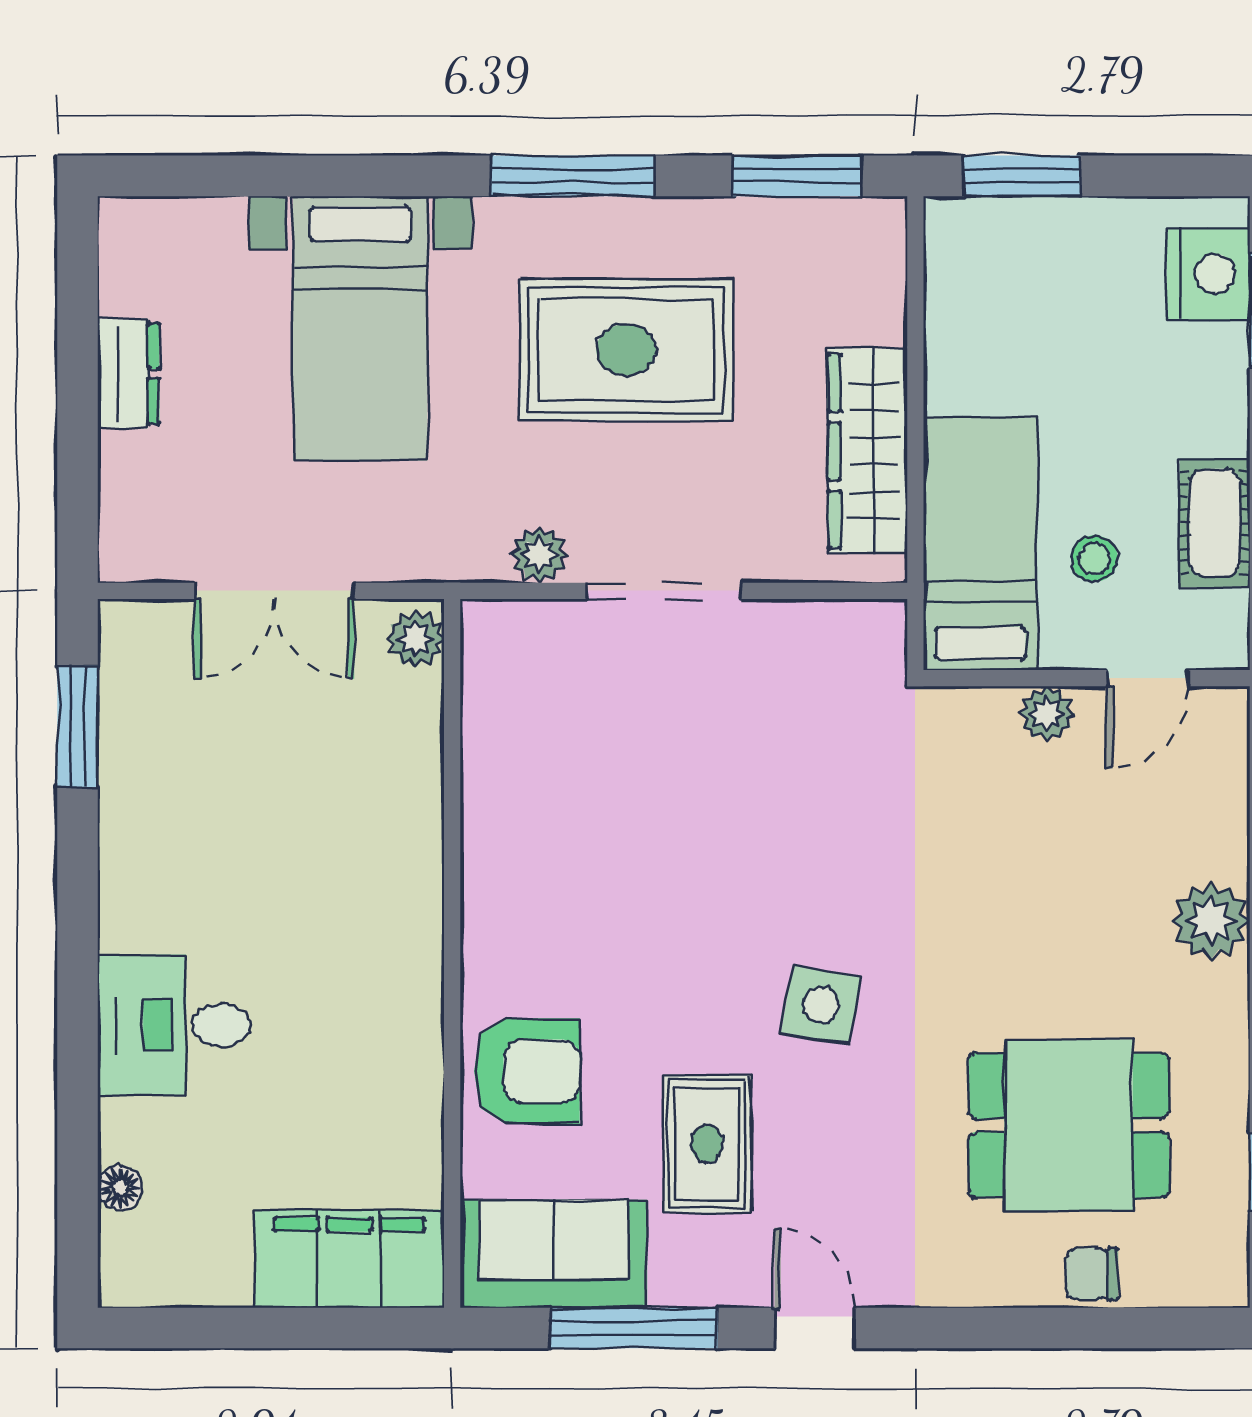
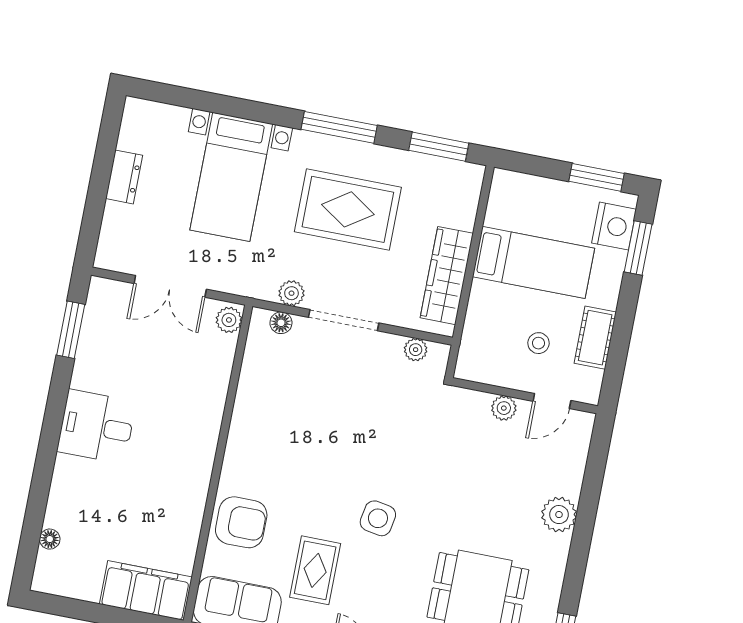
window: (1022, 176) -> (597, 177), moved
bed: (980, 544) -> (533, 262), moved, turned 90
floor lamp: (529, 623) -> (281, 323), added
plant: (831, 624) -> (416, 350), added
desk: (174, 1025) -> (97, 427), moved

